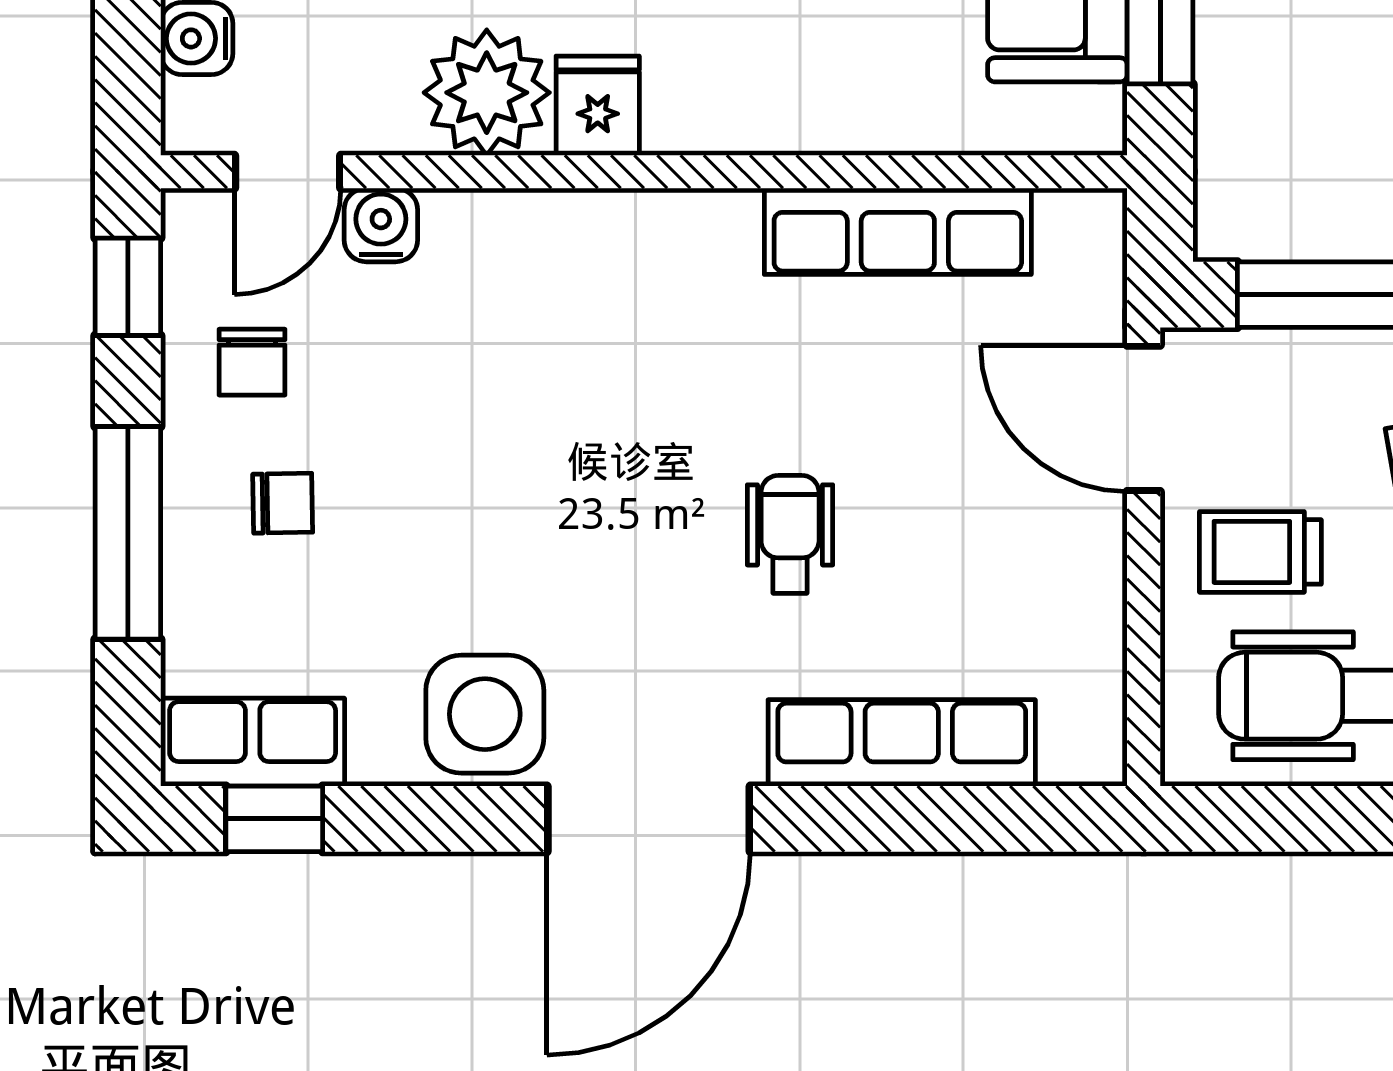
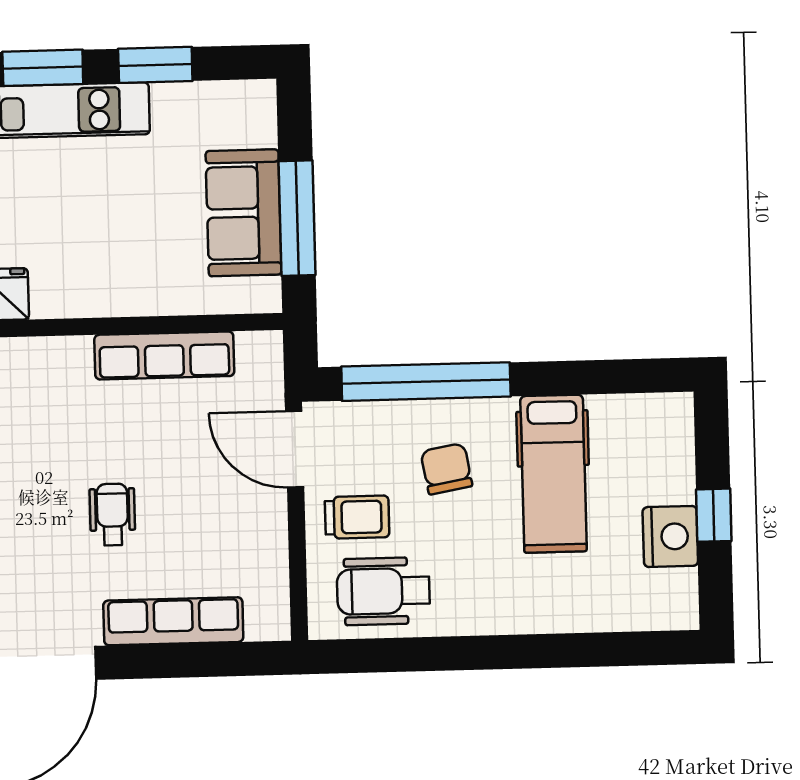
trolley: (1260, 552) -> (357, 517), turned 180

